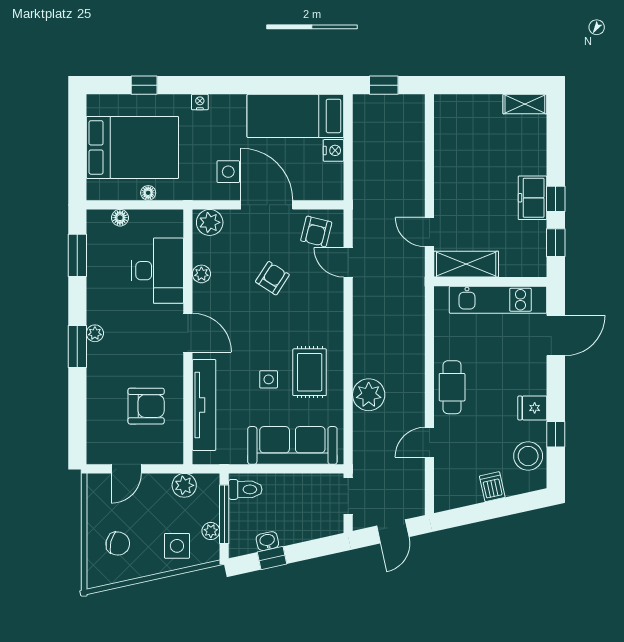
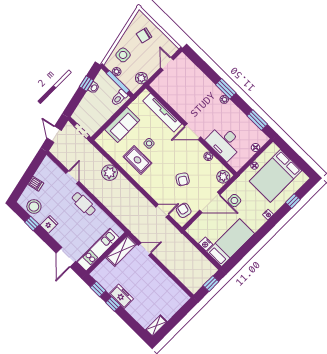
armchair: (146, 406) -> (182, 92), removed
sofa: (292, 445) -> (122, 125), width x0.73

